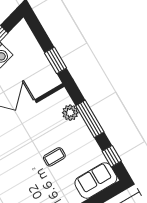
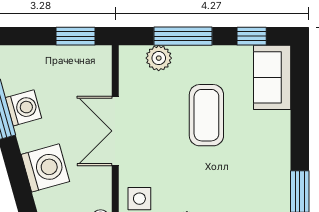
coffee table: (54, 157) -> (206, 115), width x1.86, depth x1.72

